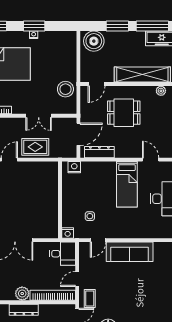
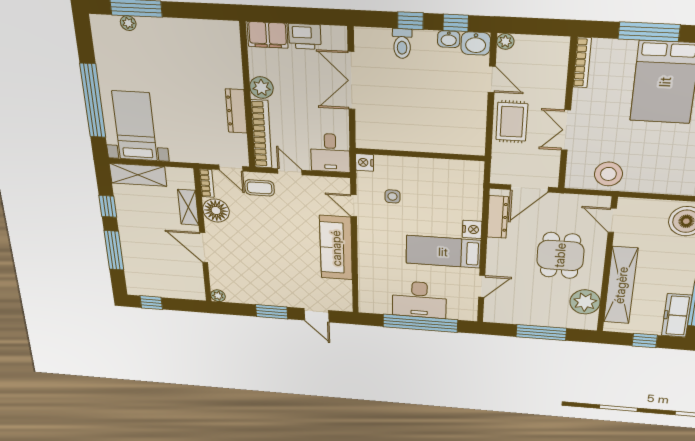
plant: (161, 91) -> (585, 302), width x1.88, depth x1.88
door: (78, 134) -> (529, 188), hinge flipped
nightstand: (74, 167) -> (472, 229), moved
dresser: (24, 310) -> (236, 111), moved

